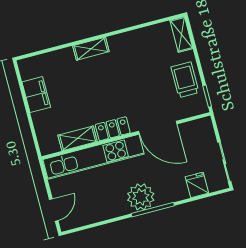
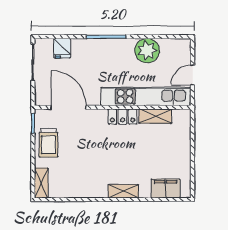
filing cabinet: (36, 95) -> (165, 188), moved, turned 90
door: (158, 128) -> (68, 107), moved
plant: (141, 197) -> (147, 51), moved
door: (54, 210) -> (193, 75), moved

